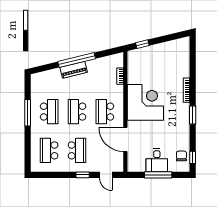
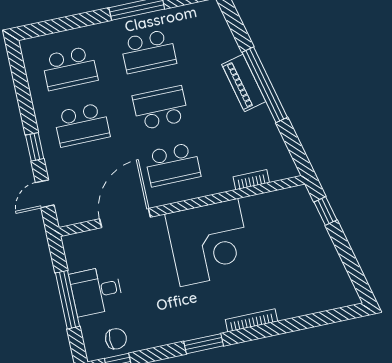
school desk: (105, 112) -> (173, 164), turned 180
school desk: (49, 150) -> (70, 68), turned 180

